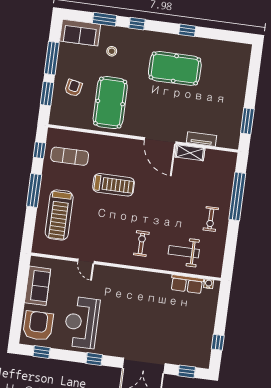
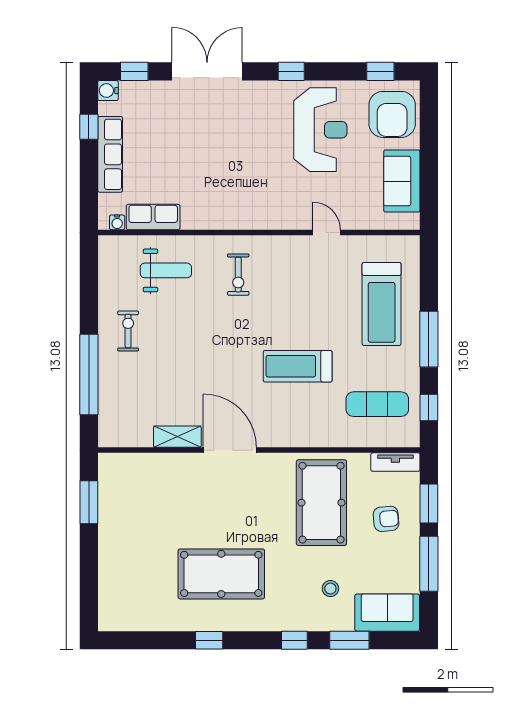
armchair: (73, 88) -> (386, 519), turned -106
tv unit: (202, 139) -> (395, 462), moved
treadmill: (59, 215) -> (382, 304), turned 180
row of seats: (207, 324) -> (110, 154), added
water cooler: (204, 362) -> (108, 91), added

